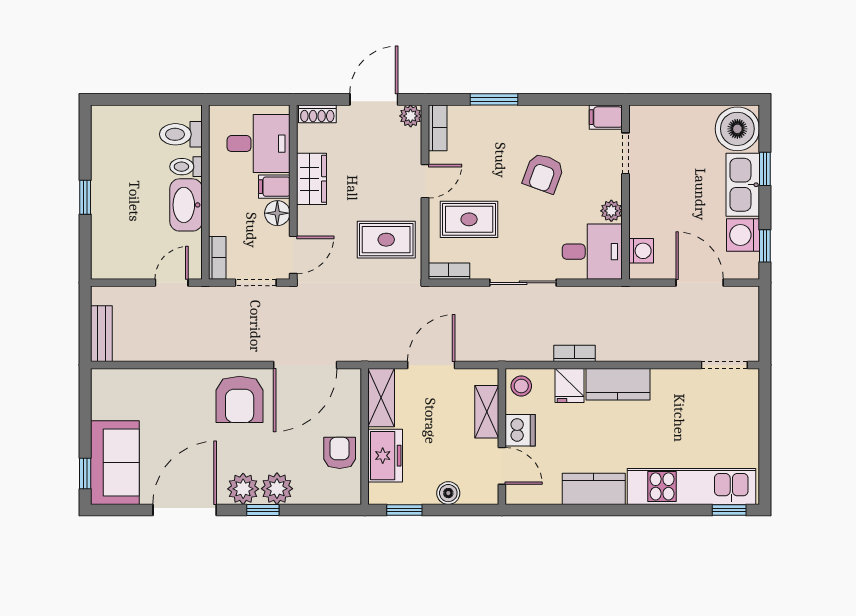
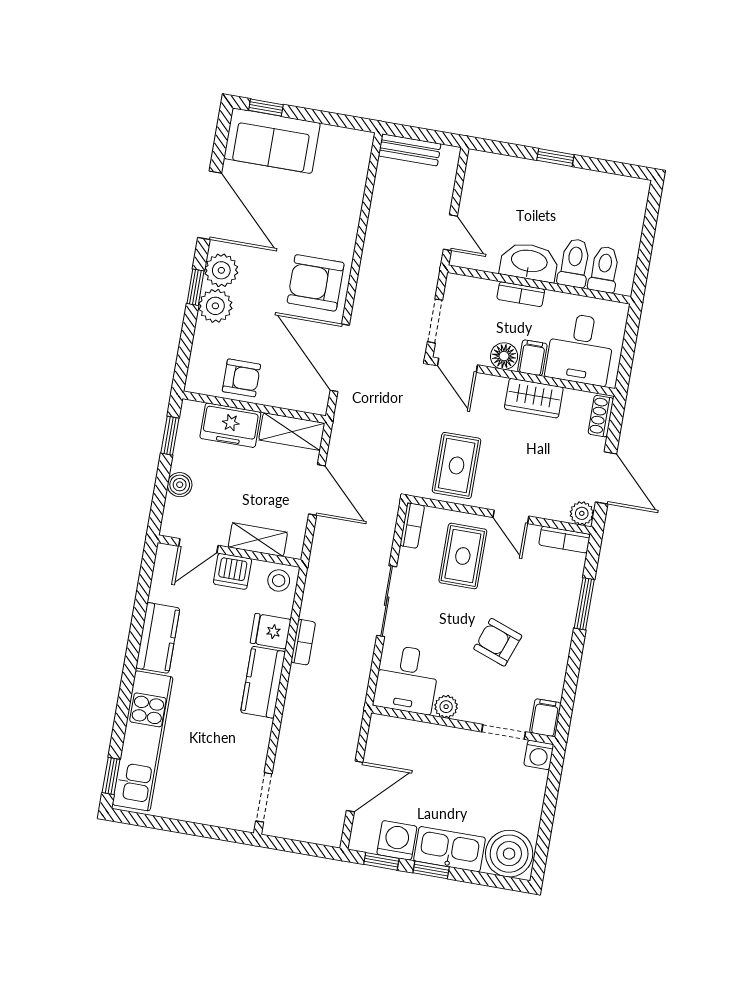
toilet: (186, 167) -> (574, 263), width x1.37, depth x1.39
window: (765, 169) -> (431, 870), moved
washing machine: (641, 251) -> (539, 755), moved
bookcase: (217, 258) -> (521, 294), moved

